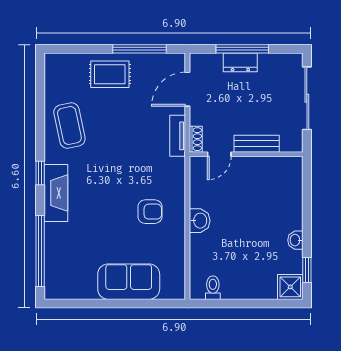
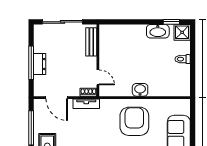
bench: (257, 144) -> (91, 42), moved
armchair: (150, 212) -> (134, 121), width x1.88, depth x1.88
washbasin: (295, 240) -> (158, 31), width x1.91, depth x1.45
toilet: (213, 288) -> (183, 59), moved

